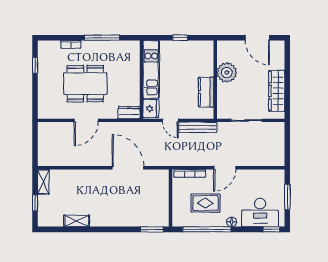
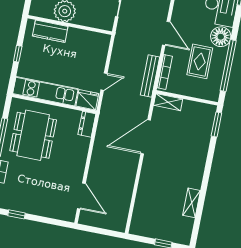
dining table: (85, 84) -> (33, 135), moved
kitchen counter: (206, 92) -> (50, 31), moved
door: (86, 120) -> (81, 196), moved
bench: (198, 127) -> (150, 76), moved
shelving: (43, 182) -> (168, 102), moved
floor lamp: (232, 222) -> (221, 37), width x1.89, depth x1.89

